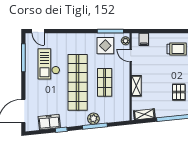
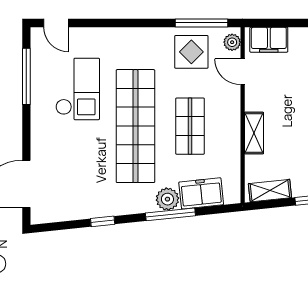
filing cabinet: (144, 39) -> (269, 40), width x2.00
checkout: (49, 64) -> (78, 89), turned 180
freezer: (49, 122) -> (201, 193), moved

